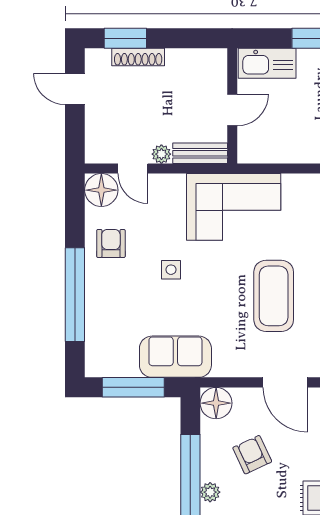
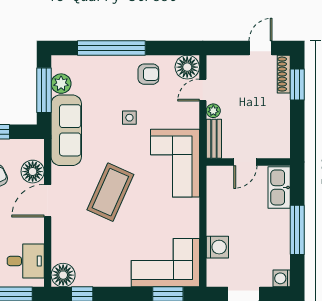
shoe rack: (138, 57) -> (284, 74), moved
door: (232, 110) -> (245, 162), hinge flipped
coffee table: (274, 296) -> (110, 192), turned -66
sofa: (175, 357) -> (66, 130), width x1.36
plant: (124, 364) -> (61, 84), added
floor lamp: (216, 403) -> (33, 172), moved

